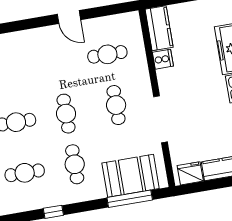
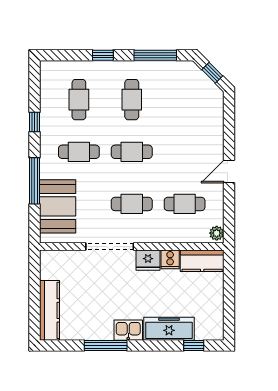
plant: (130, 19) -> (217, 233), added
cafe table: (107, 54) -> (185, 204), turned 90
fridge: (190, 173) -> (148, 260), moved, turned 90
window: (130, 199) -> (34, 181), moved

